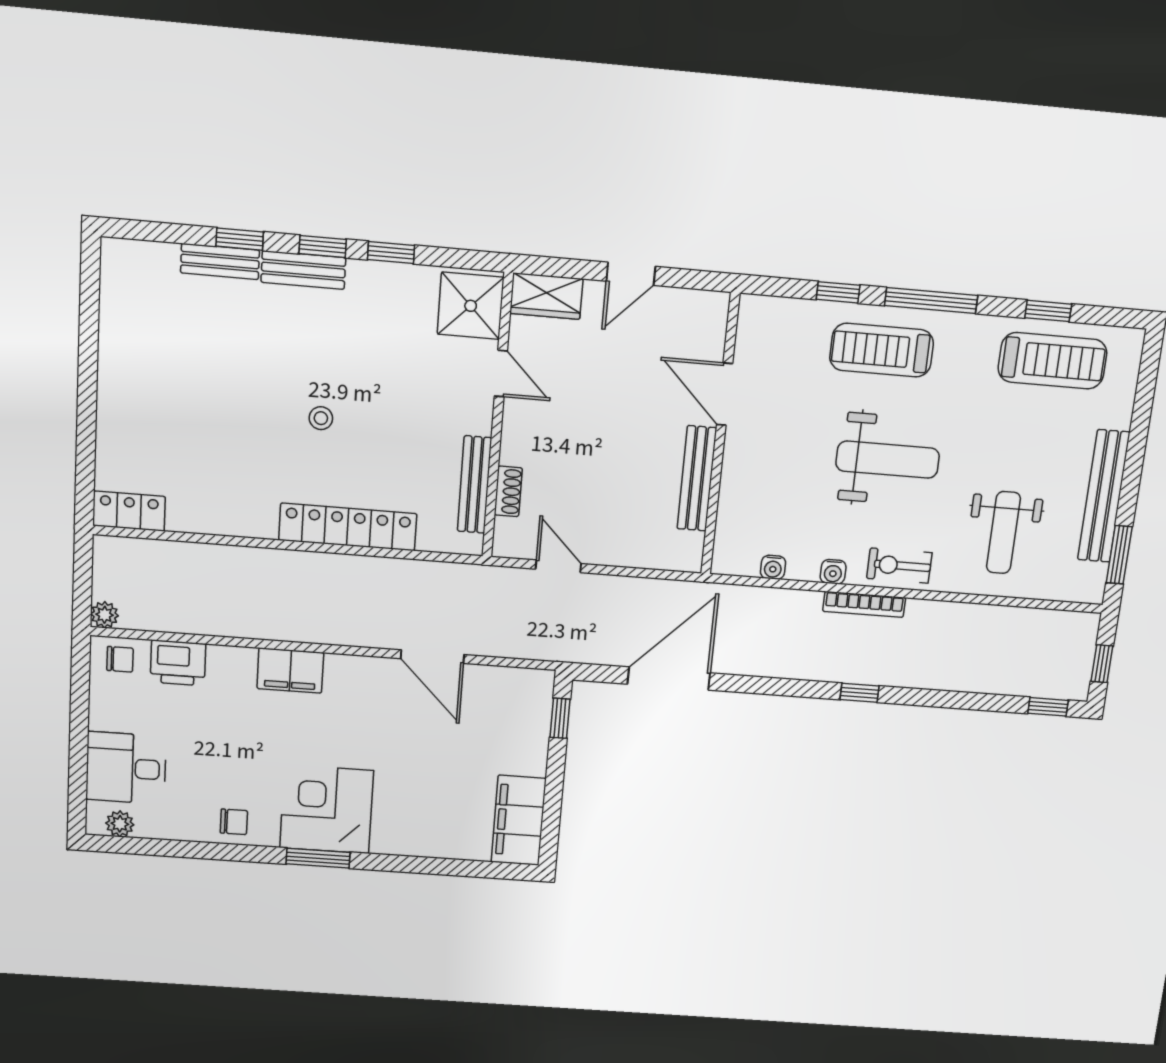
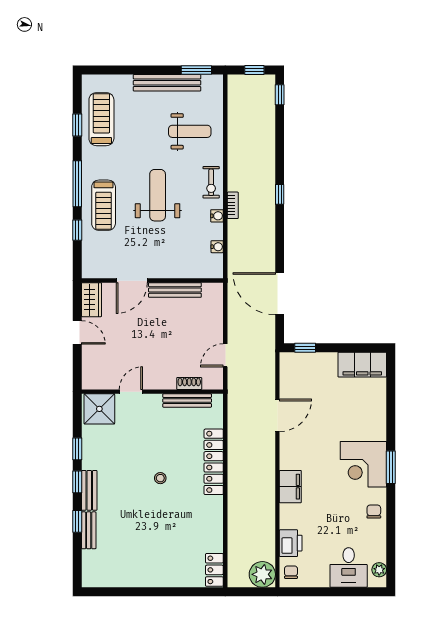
wardrobe: (546, 296) -> (92, 300), moved
bookcase: (864, 604) -> (233, 205), width x0.64
plant: (105, 615) -> (262, 574), width x1.87, depth x1.87

